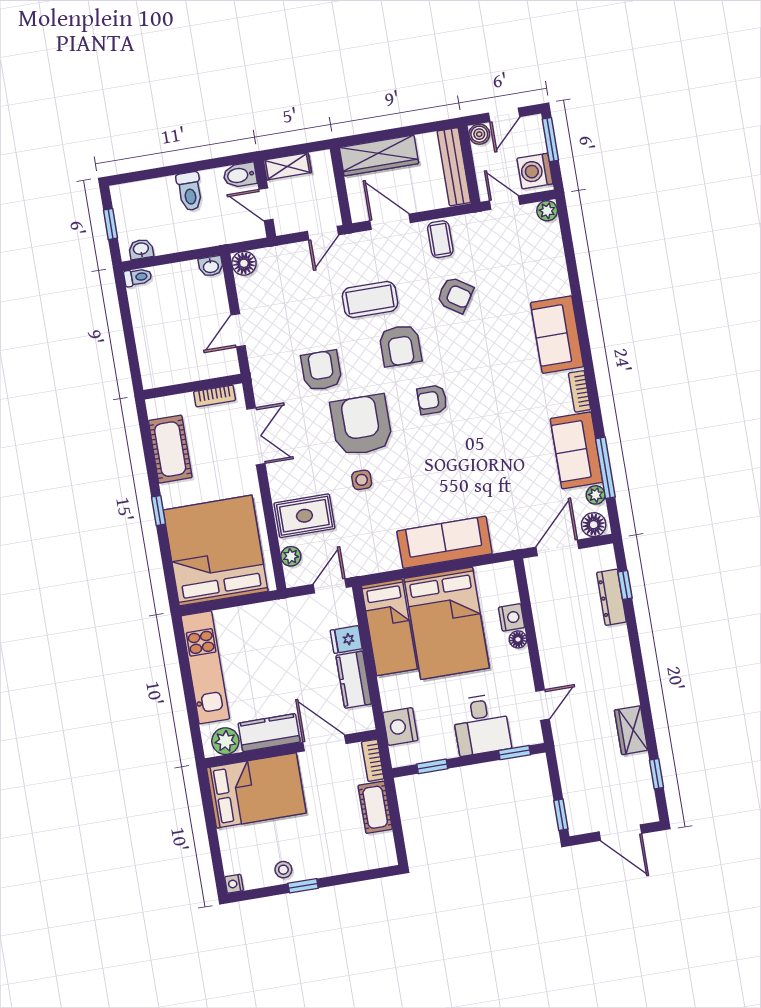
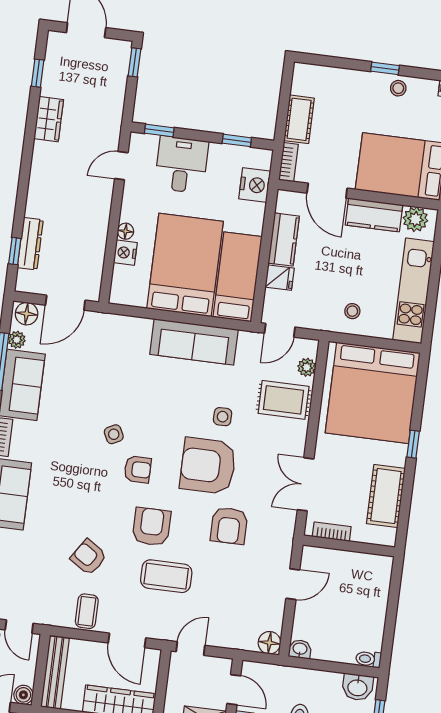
washbasin: (141, 249) -> (357, 687), width x1.38, depth x1.45
armchair: (361, 425) -> (208, 466), turned 90
side table: (467, 428) -> (114, 434), added
sofa: (444, 542) -> (194, 342), moved
stool: (262, 628) -> (352, 311), added

